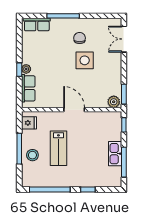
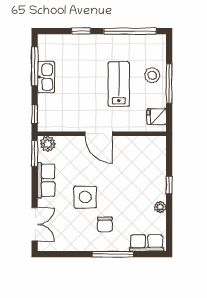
chair: (80, 38) -> (105, 224), moved
plant: (26, 69) -> (160, 207), moved
row of seats: (28, 88) -> (46, 180), moved, turned 180

